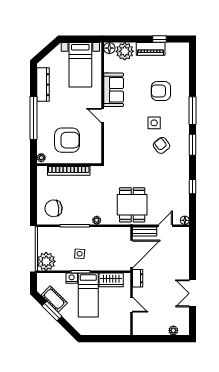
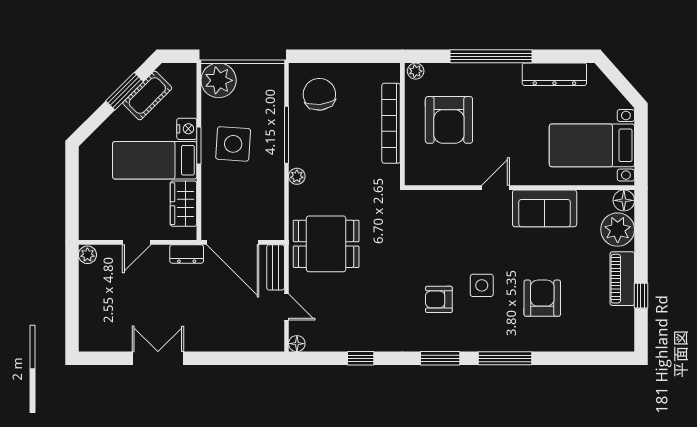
armchair: (162, 145) -> (439, 299), turned -142
side table: (80, 254) -> (233, 144), width x1.87, depth x1.87
plant: (173, 330) -> (87, 255), moved

